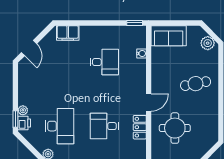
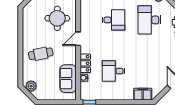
sofa: (169, 36) -> (68, 79), moved, turned -90
locker: (140, 127) -> (85, 63), moved

